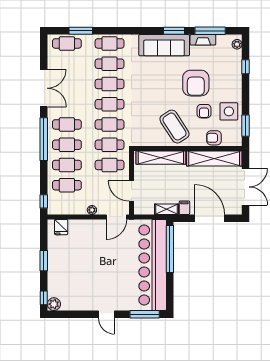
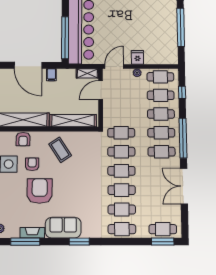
window: (81, 31) -> (163, 242), moved
window: (174, 31) -> (79, 242), moved
sofa: (164, 45) -> (63, 228), width x0.73
coffee table: (174, 127) -> (60, 150), width x0.73, depth x0.76
armchair: (214, 138) -> (23, 139), turned 90
cafe table: (110, 165) -> (160, 77), moved
door: (131, 191) -> (101, 90), swing flipped
window: (44, 201) -> (182, 92), moved
shelving: (166, 209) -> (87, 73), moved
fridge: (61, 227) -> (137, 57), moved
window: (44, 261) -> (181, 27), width x2.11

